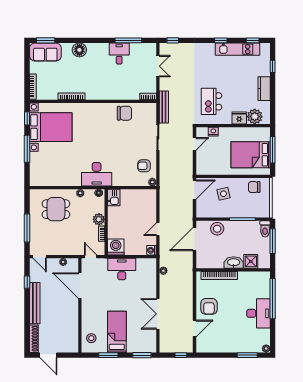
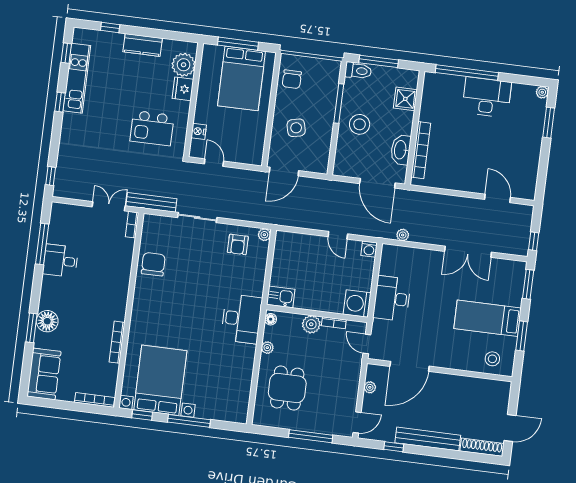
window: (46, 40) -> (32, 328), moved
double door: (158, 66) -> (109, 206), moved
door: (194, 190) -> (284, 171), swing flipped
stool: (217, 229) -> (360, 124), moved
door: (194, 239) -> (377, 183), moved
door: (91, 257) -> (367, 344), hinge flipped
washbasin: (234, 262) -> (401, 150), moved
armchair: (209, 306) -> (466, 172), removed
window: (181, 355) -> (534, 241), moved

